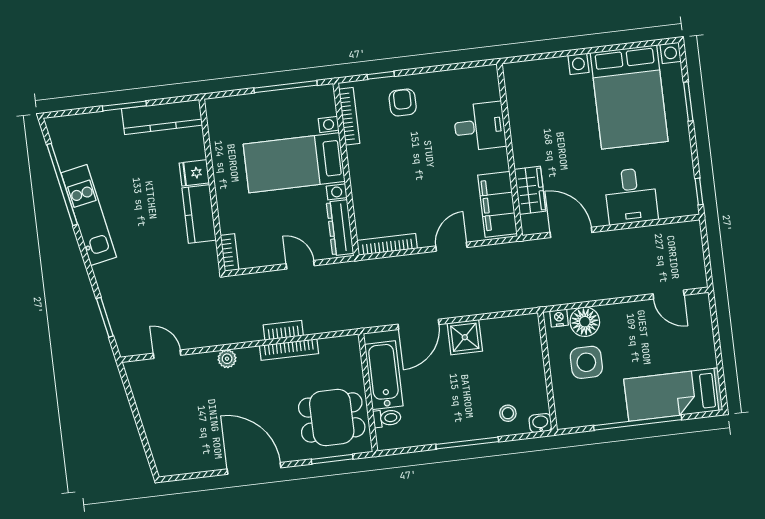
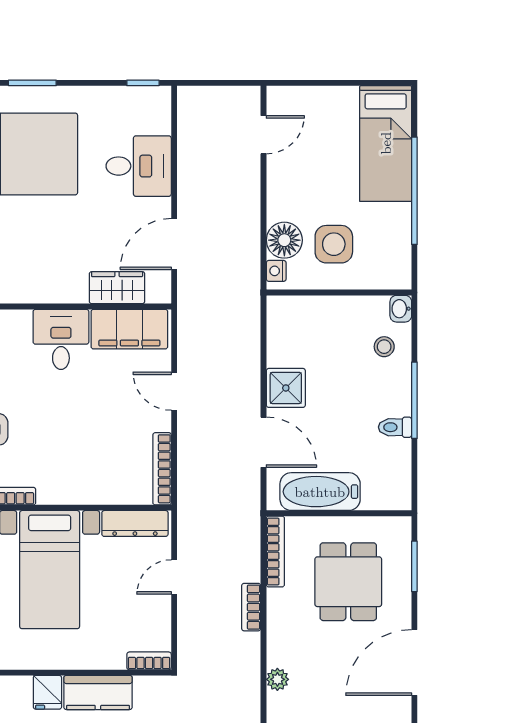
desk: (480, 126) -> (61, 339), moved
bookcase: (289, 350) -> (275, 551), moved
dining table: (332, 417) -> (348, 582), moved
toilet: (387, 418) -> (395, 427), moved, turned -90

